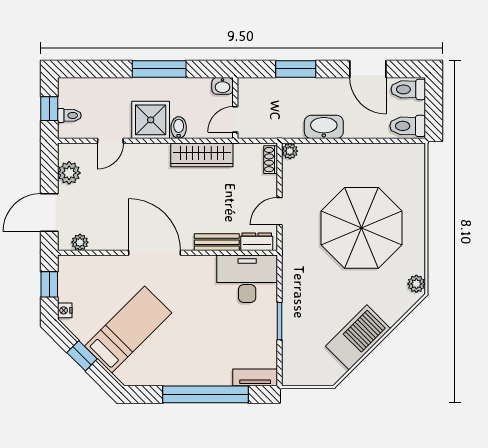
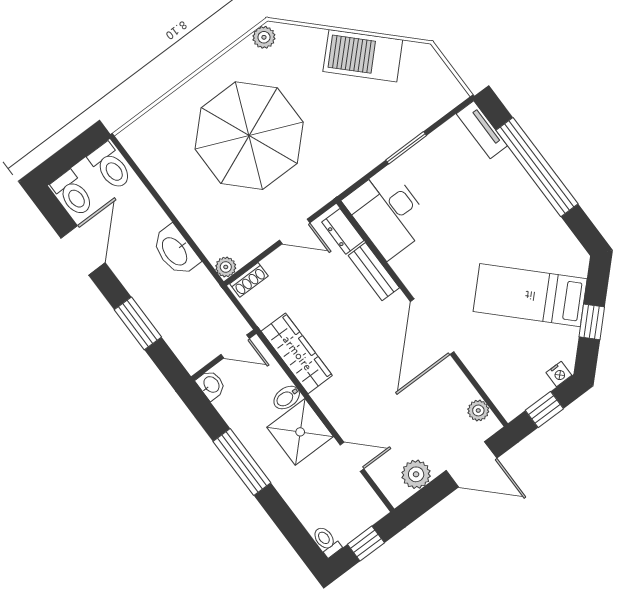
toilet: (69, 115) -> (326, 541), moved

